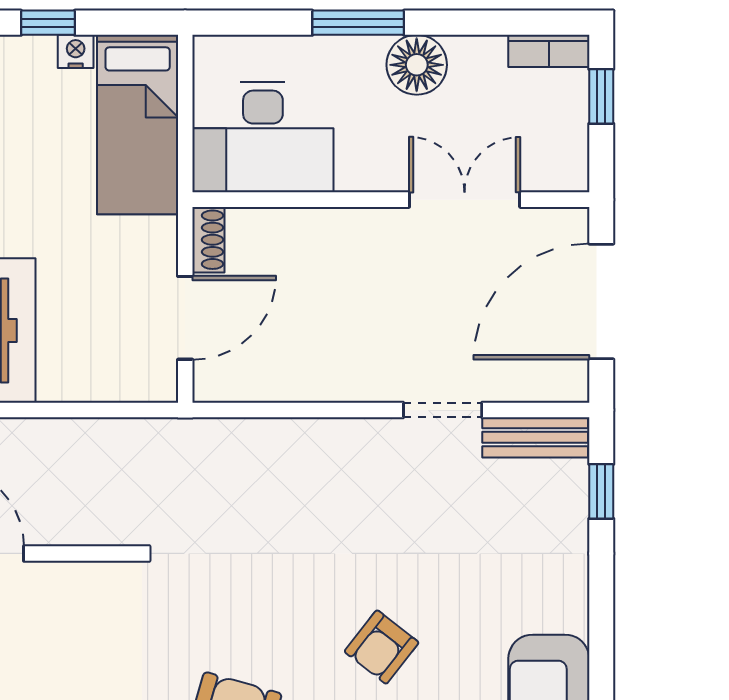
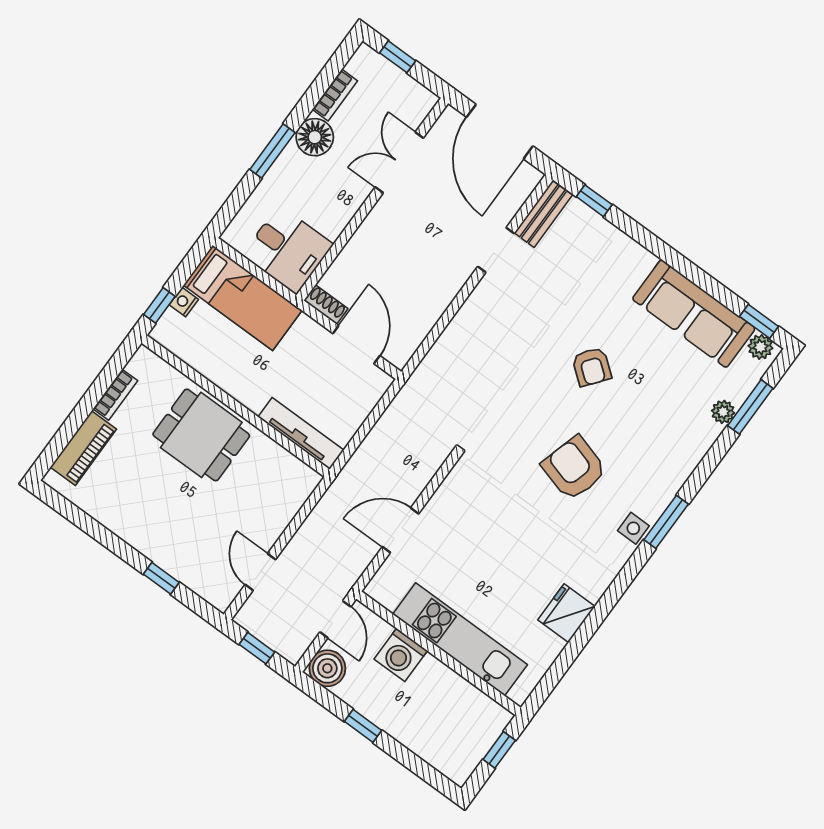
bookcase: (549, 51) -> (335, 95), moved
desk: (263, 137) -> (288, 250), width x0.73

